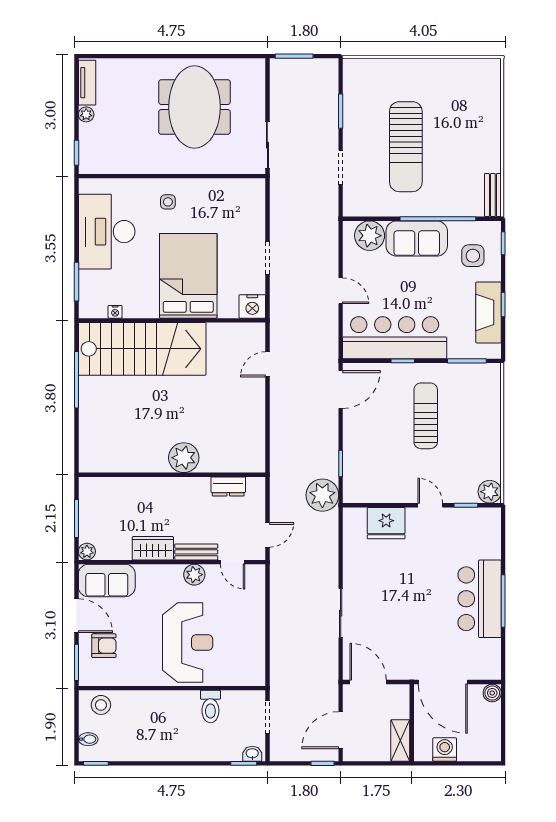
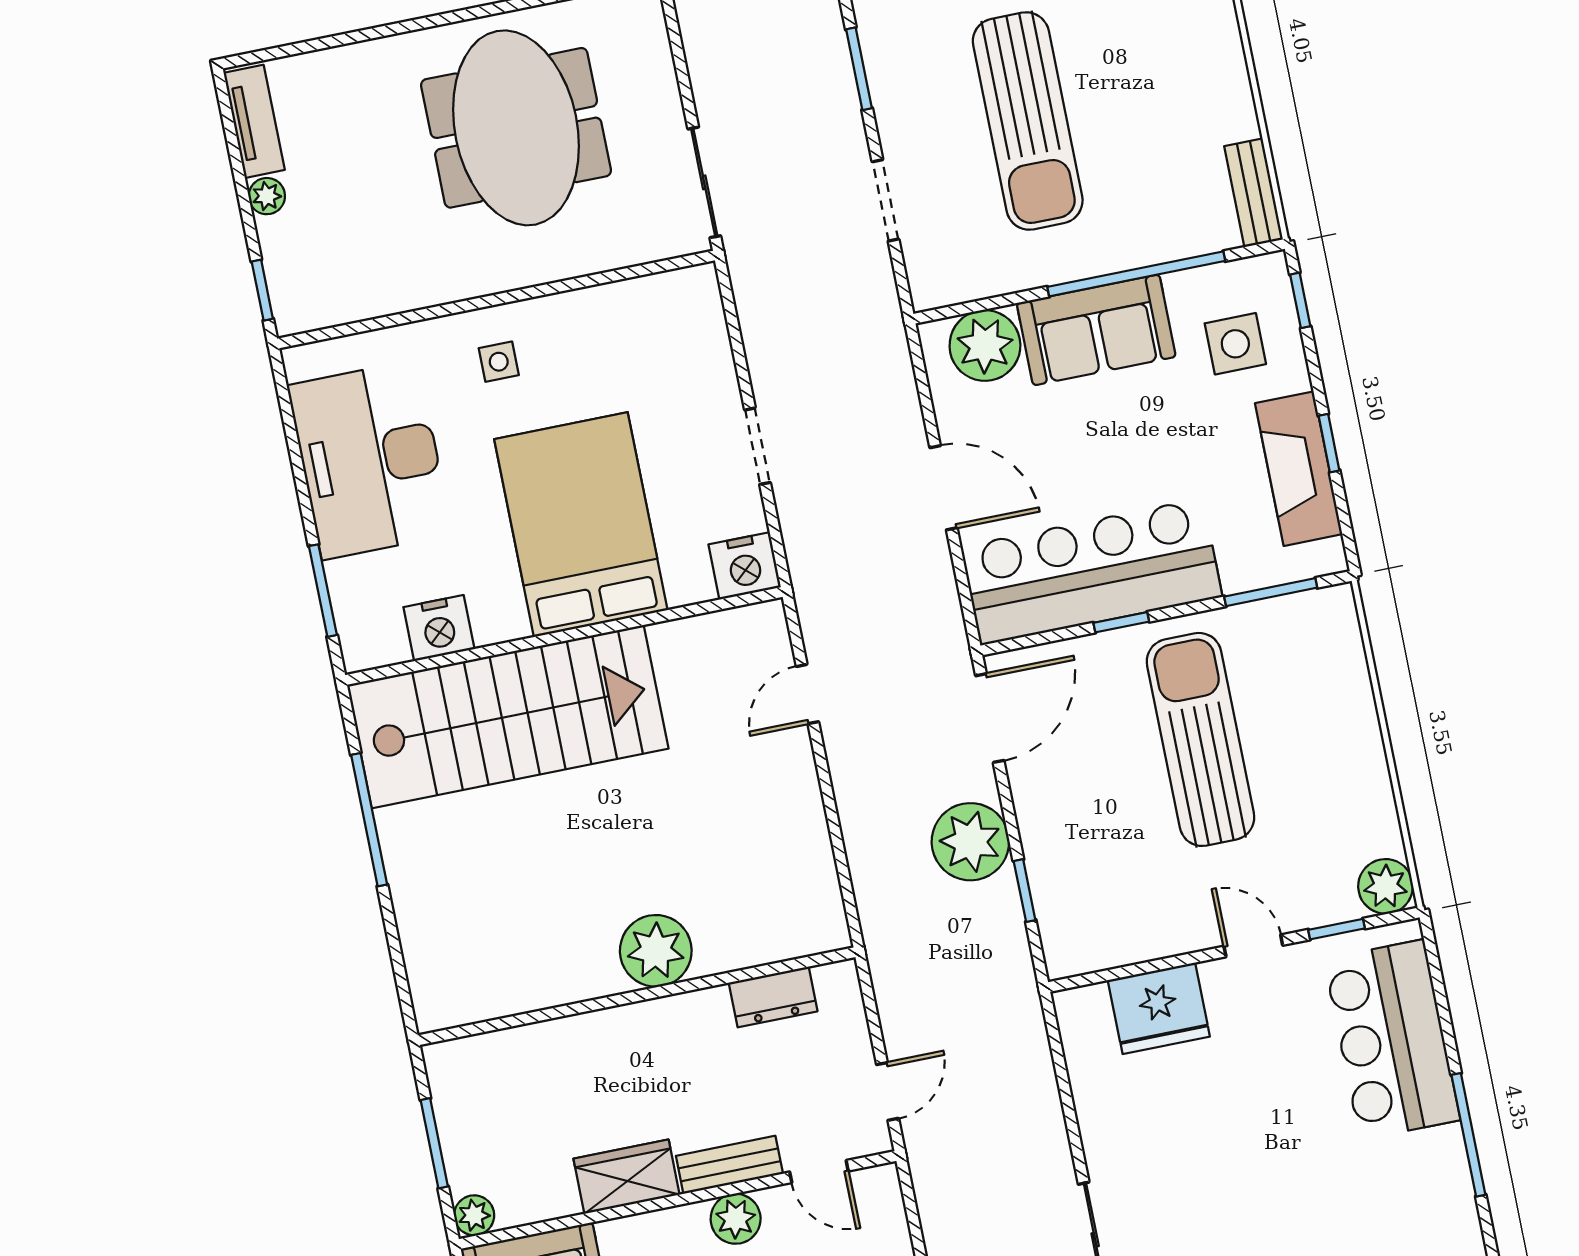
door: (341, 291) -> (943, 488), width x1.37
nightstand: (115, 312) -> (439, 628), width x1.89, depth x1.79
sun lounger: (426, 416) -> (1200, 739), width x1.36, depth x1.34
plant: (322, 495) -> (970, 842), moved
bar counter: (480, 599) -> (1392, 1040), moved

